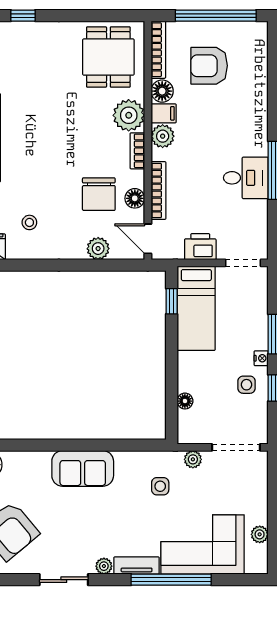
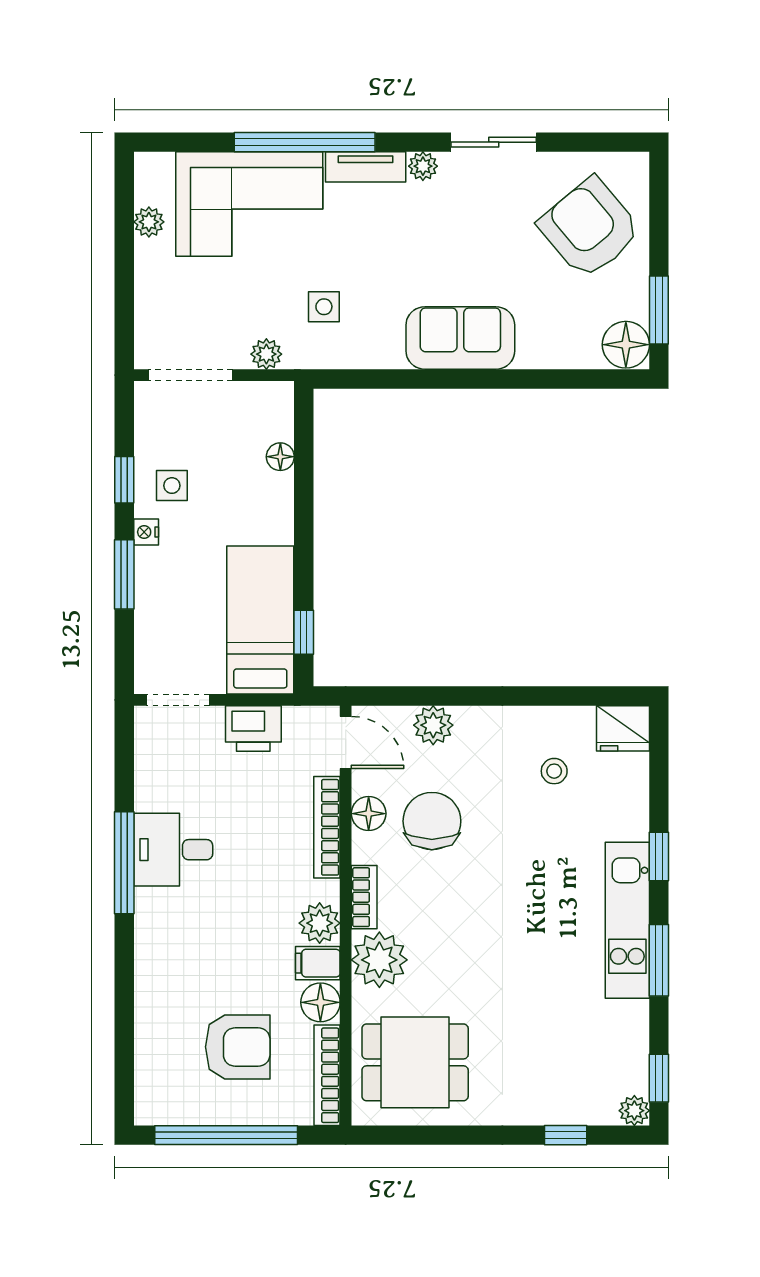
dining table: (108, 57) -> (415, 1062), turned 90

